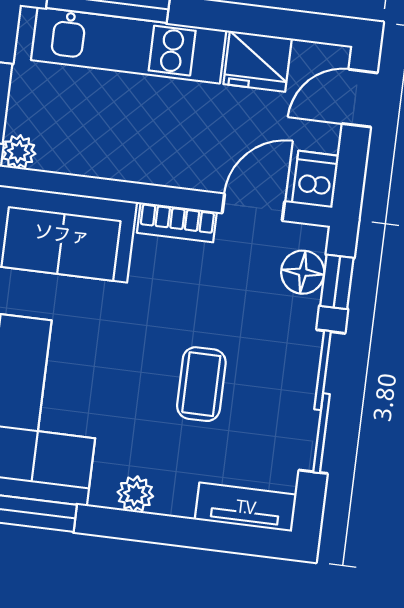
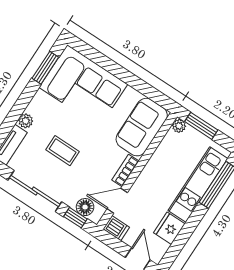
door: (253, 207) -> (117, 201), swing flipped
plant: (135, 494) -> (26, 121), moved

